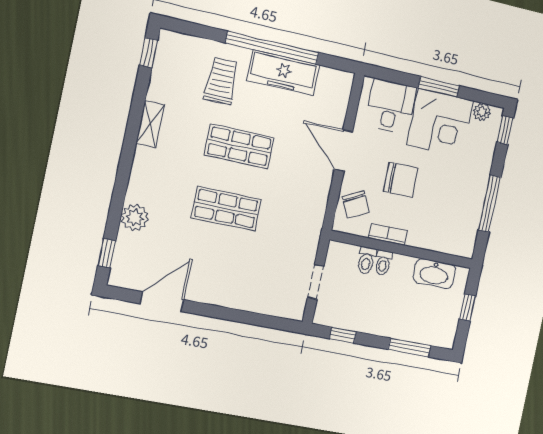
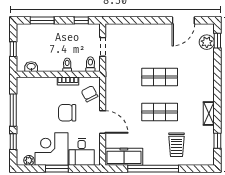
window: (149, 53) -> (217, 141), moved
freezer: (283, 73) -> (124, 157), moved
window: (505, 130) -> (13, 142), moved
plant: (135, 218) -> (207, 42), moved
toilet: (366, 260) -> (90, 64), moved
washbasin: (434, 274) -> (31, 67), width x0.52, depth x0.69

